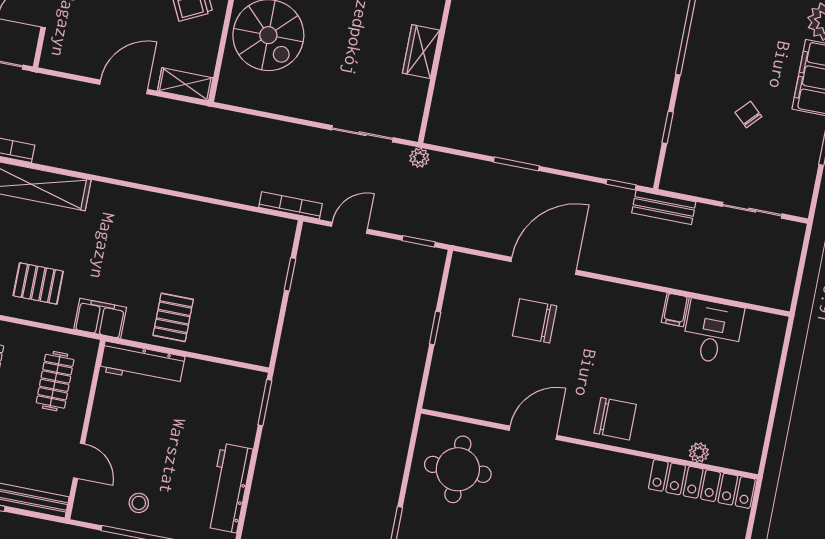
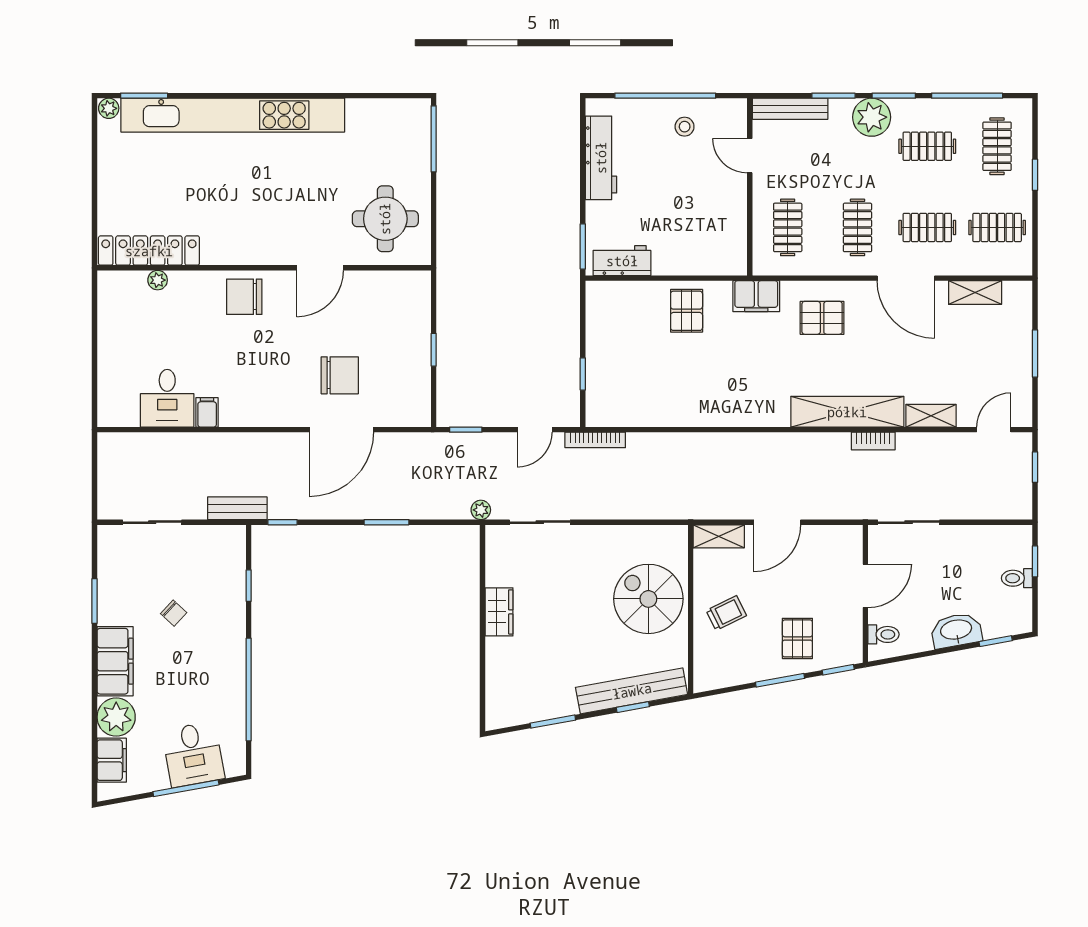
workbench: (142, 364) -> (622, 261), moved, width x0.73

